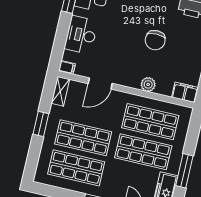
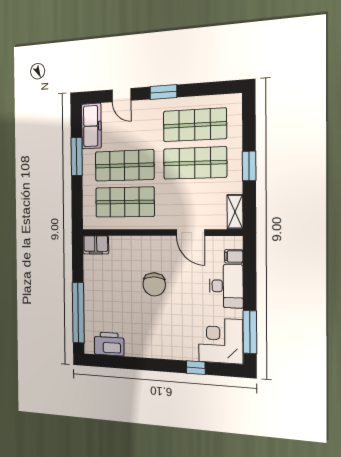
chair: (155, 40) -> (154, 284), moved, turned 180
filing cabinet: (67, 67) -> (234, 256), moved
door: (100, 83) -> (190, 233), swing flipped
plant: (148, 84) -> (137, 244), removed

